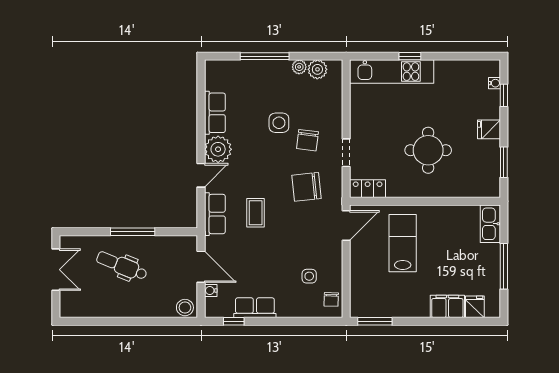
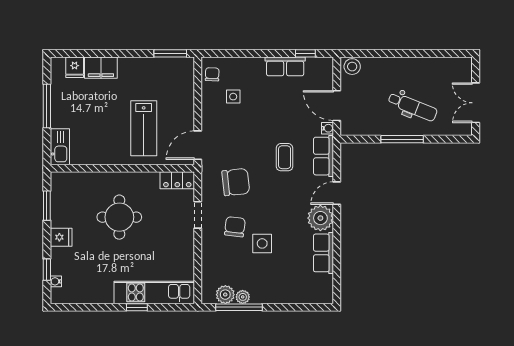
window: (265, 56) -> (239, 307), moved
water cooler: (211, 290) -> (327, 128), moved

